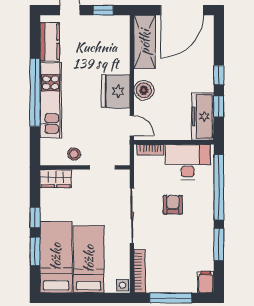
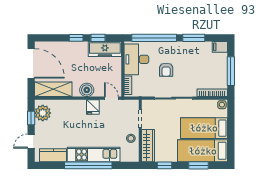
plant: (111, 27) -> (43, 113), added
fridge: (116, 91) -> (93, 107), width x0.53, depth x0.75
door: (132, 126) -> (111, 98), hinge flipped
wardrobe: (56, 179) -> (148, 146), width x1.50
armchair: (173, 205) -> (166, 70), turned -90
window: (35, 217) -> (164, 165), moved

